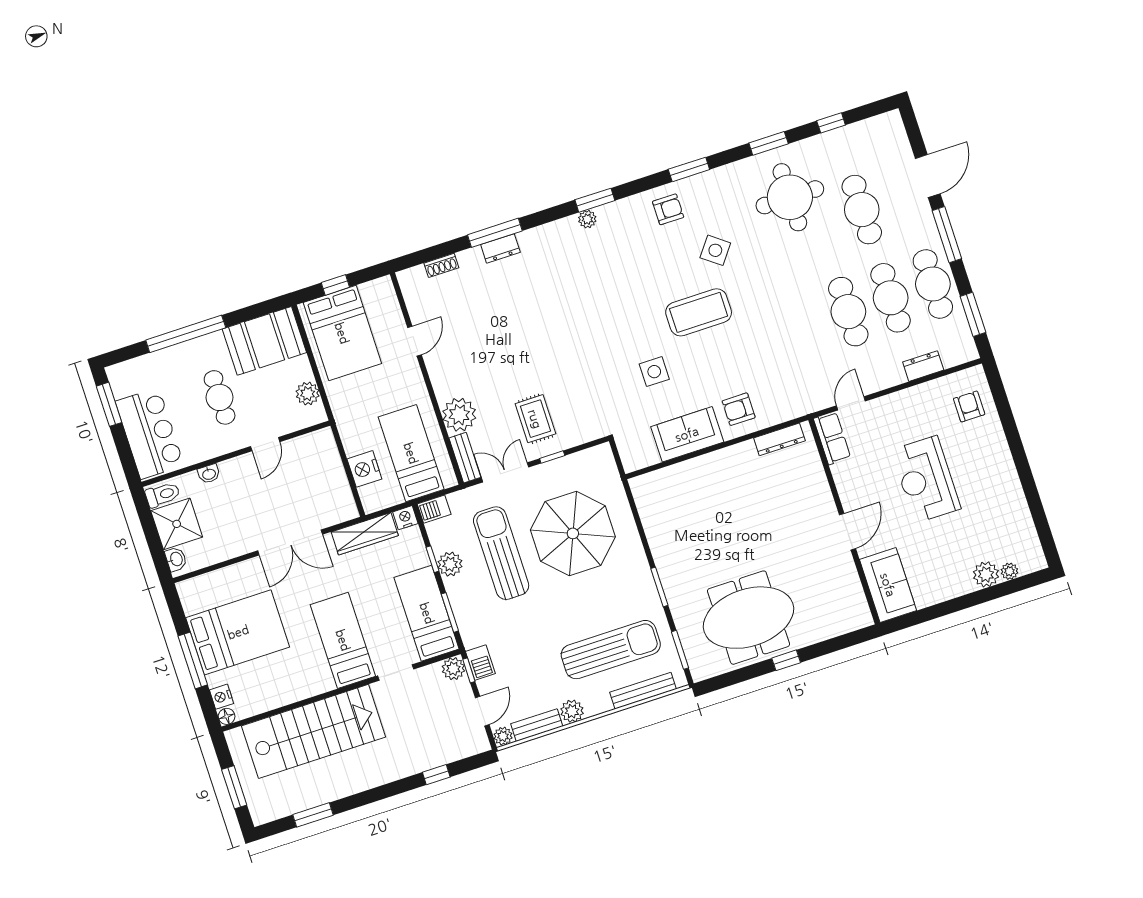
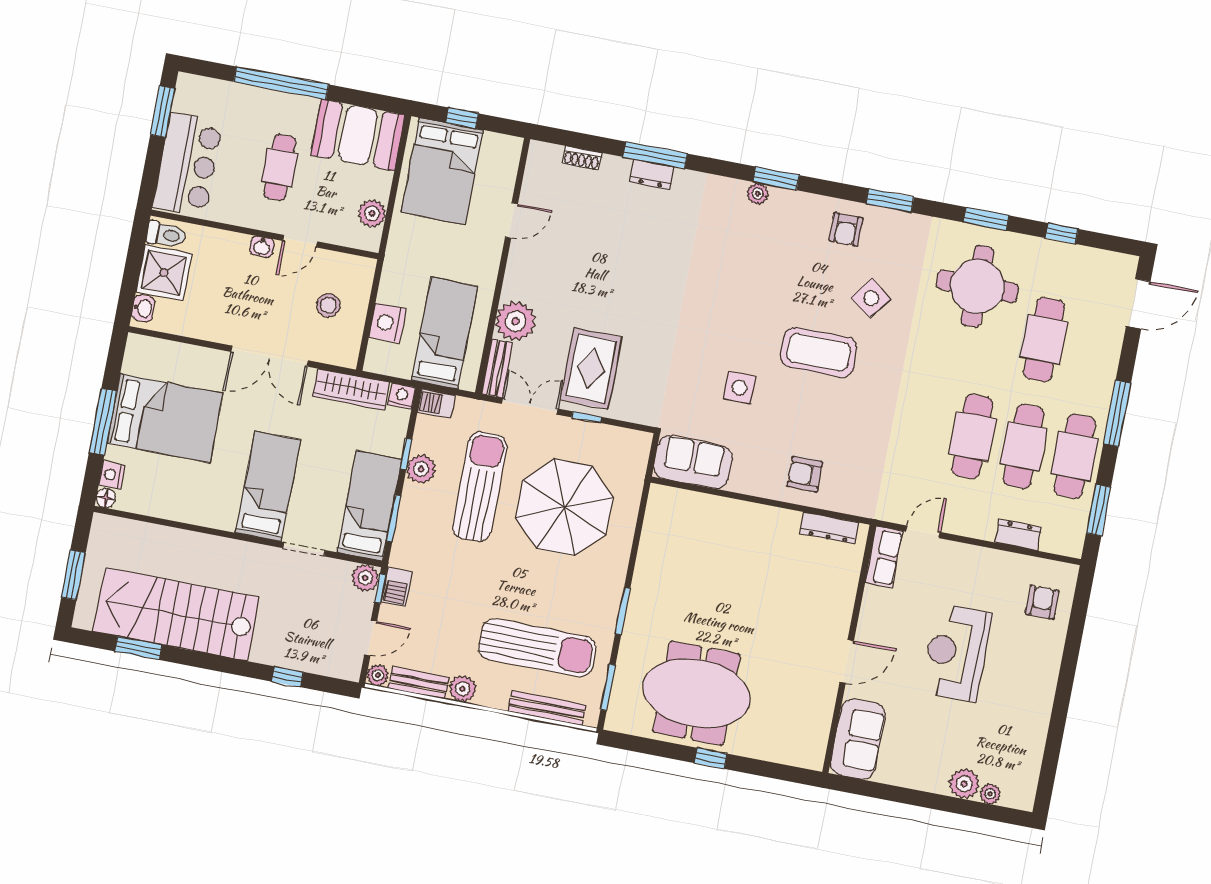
door: (928, 176) -> (1138, 304), moved
armchair: (668, 209) -> (846, 229), turned 90
rug: (535, 419) -> (591, 369), width x1.36, depth x1.43
sofa: (687, 434) -> (693, 462), moved
washbasin: (209, 474) -> (262, 247), moved
stool: (313, 480) -> (328, 305), added
stairs: (313, 731) -> (176, 614), moved, turned 180

